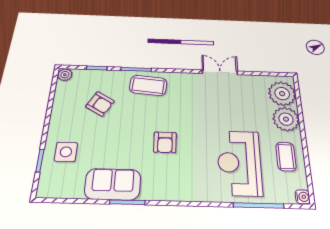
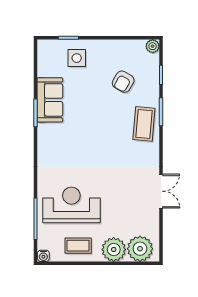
armchair: (165, 142) -> (88, 141), removed

